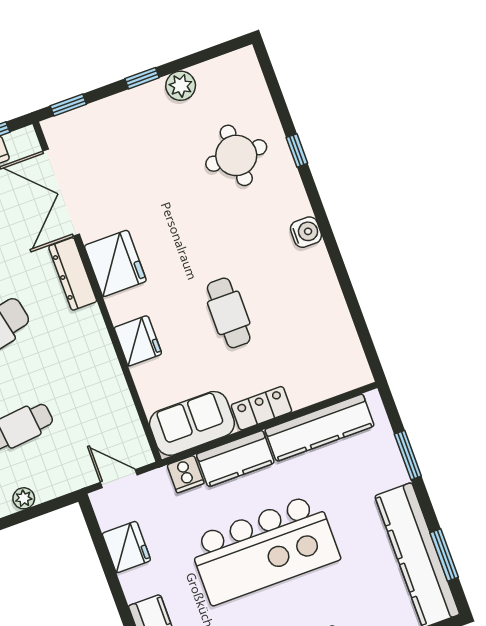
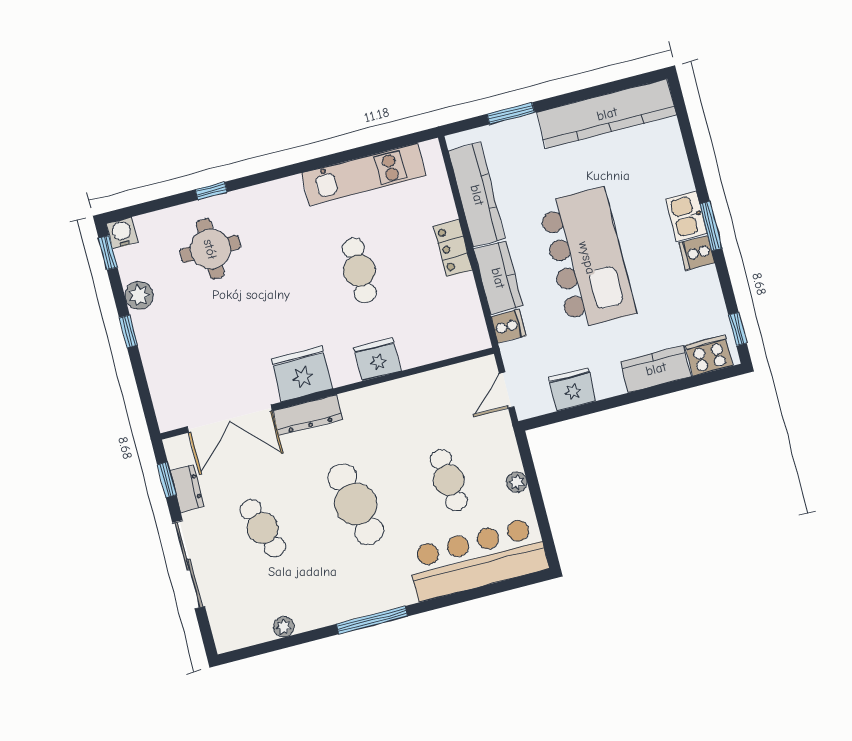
window: (68, 105) -> (108, 253), moved
water cooler: (306, 232) -> (122, 233), moved
kitchen unit: (329, 308) -> (364, 174), added
cafe table: (229, 313) -> (359, 271), turned 90
sofa: (192, 423) -> (461, 316), removed
window: (444, 555) -> (609, 88), removed

